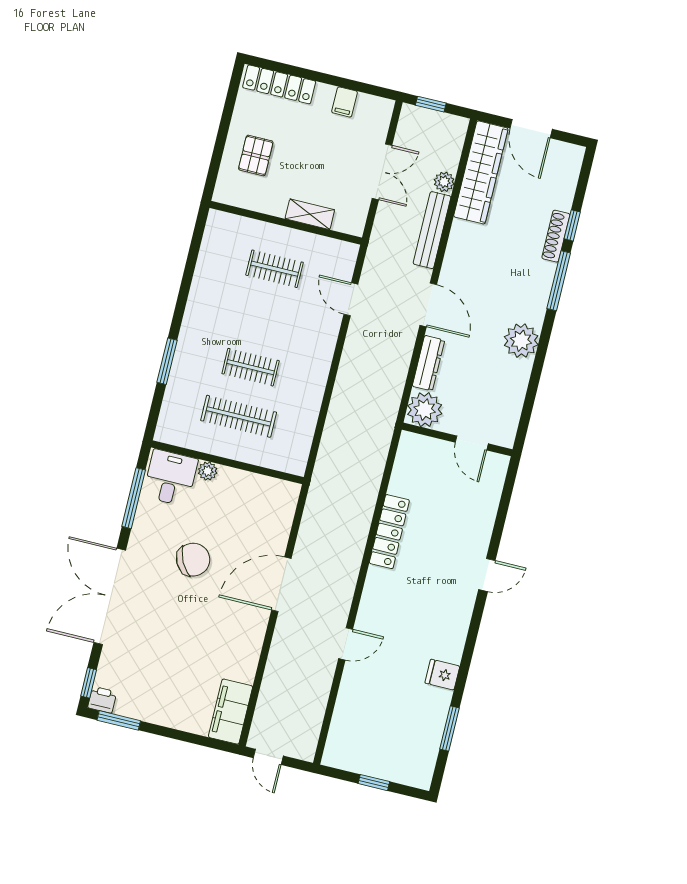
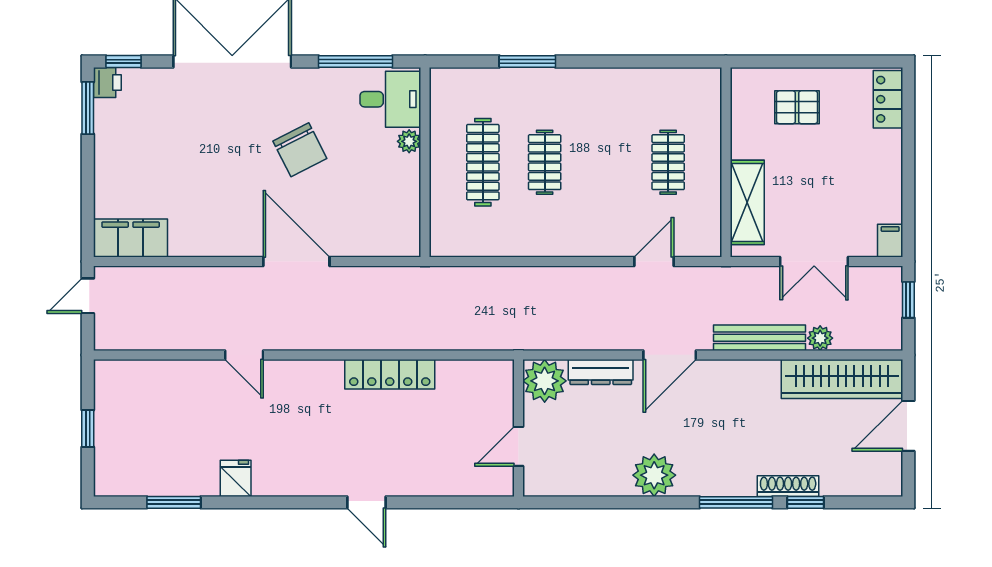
locker: (279, 84) -> (888, 99), width x0.66
filing cabinet: (345, 102) -> (890, 241), moved, turned 90
shelving: (310, 214) -> (747, 202), width x1.50, depth x1.33

